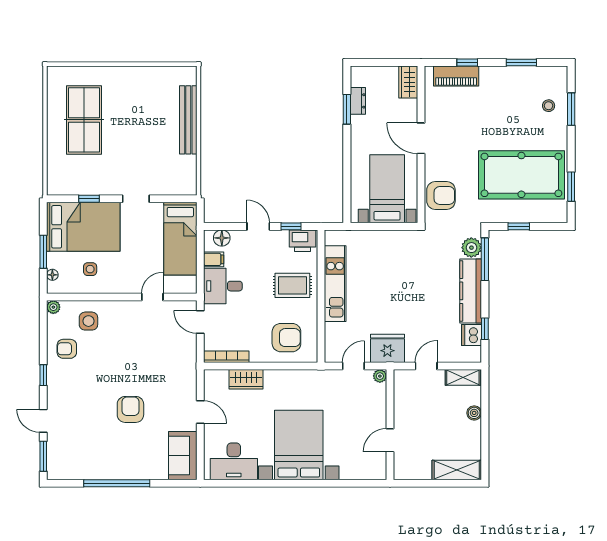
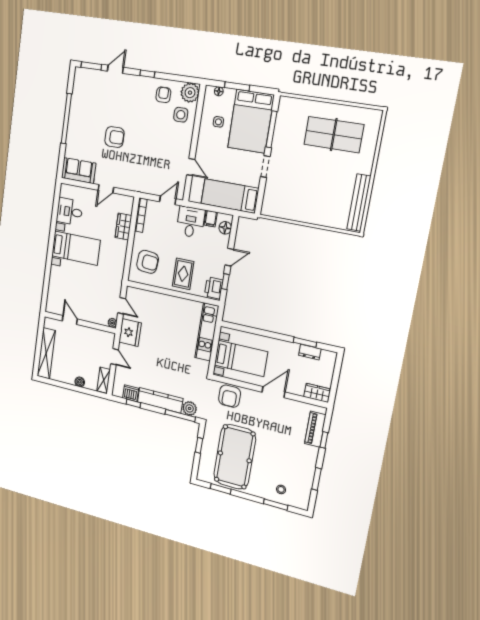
bench: (188, 120) -> (359, 203), moved, turned 90
window: (89, 199) -> (271, 129), width x2.17
kitchen unit: (335, 284) -> (207, 332), moved, turned 90
plant: (53, 307) -> (190, 93), width x1.88, depth x1.88
armchair: (286, 338) -> (148, 262), turned -85
bed with nightstands: (299, 445) -> (76, 248), width x0.73
desk: (234, 461) -> (70, 212), width x0.73
shelving: (457, 470) -> (46, 353), width x1.47

